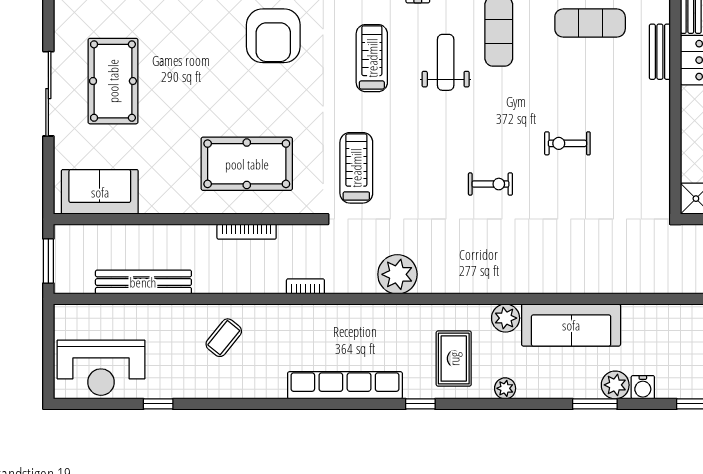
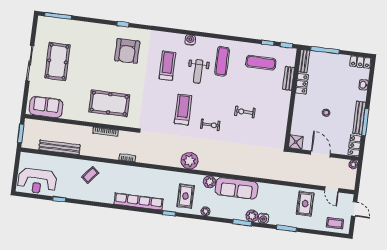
weight bench: (446, 62) -> (198, 71), turned 180
treadmill: (356, 168) -> (183, 110), moved
plant: (397, 274) -> (190, 161), moved

